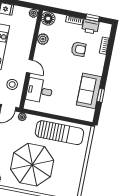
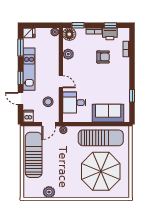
window: (59, 11) -> (78, 25), added
sofa: (89, 91) -> (108, 113), moved, turned 90
parasol: (32, 165) -> (101, 171), moved

